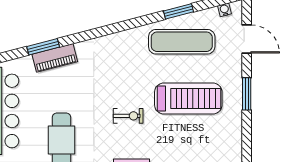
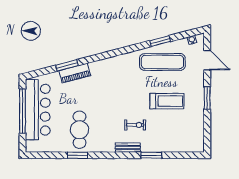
treadmill: (188, 98) -> (167, 101), width x0.73, depth x0.73
exercise bike: (128, 116) -> (135, 125), moved

